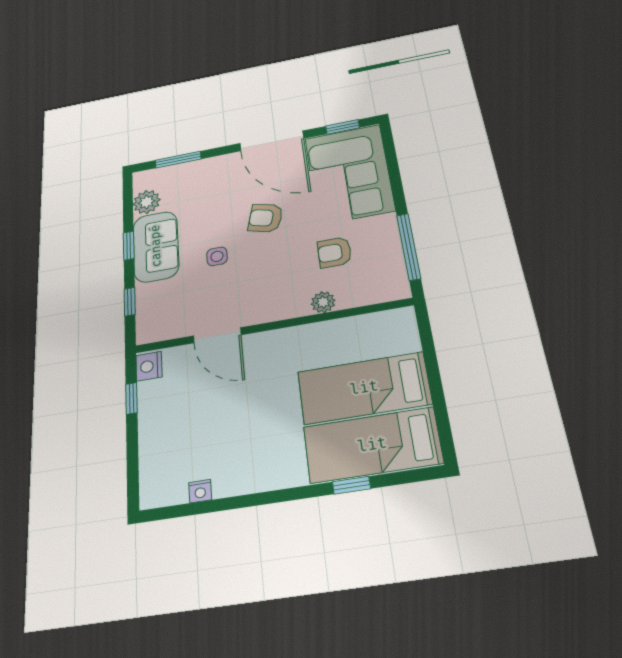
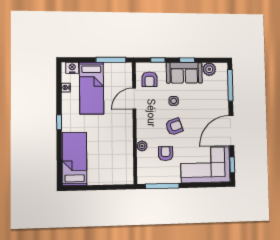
window: (178, 160) -> (230, 85), width x1.44
armchair: (265, 218) -> (174, 127), moved, turned 55
armchair: (172, 311) -> (149, 79), added
nightstand: (149, 366) -> (72, 68), moved
bed: (364, 388) -> (91, 88), moved, turned 180
window: (131, 398) -> (111, 60), width x2.17
window: (351, 485) -> (59, 122), moved

